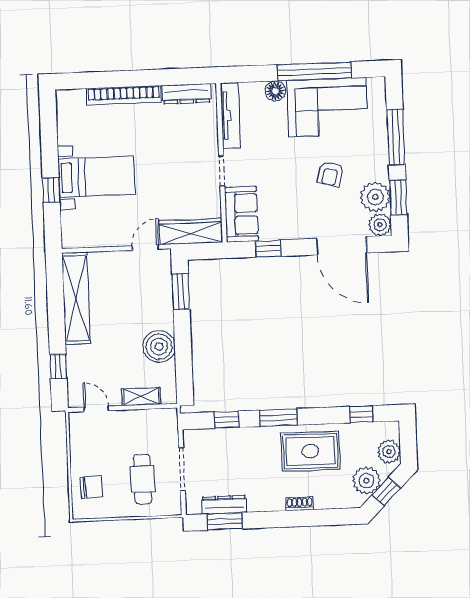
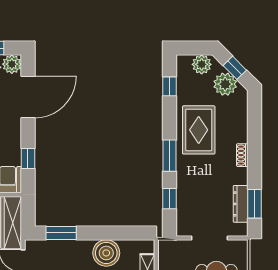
shoe rack: (300, 504) -> (242, 155), moved

